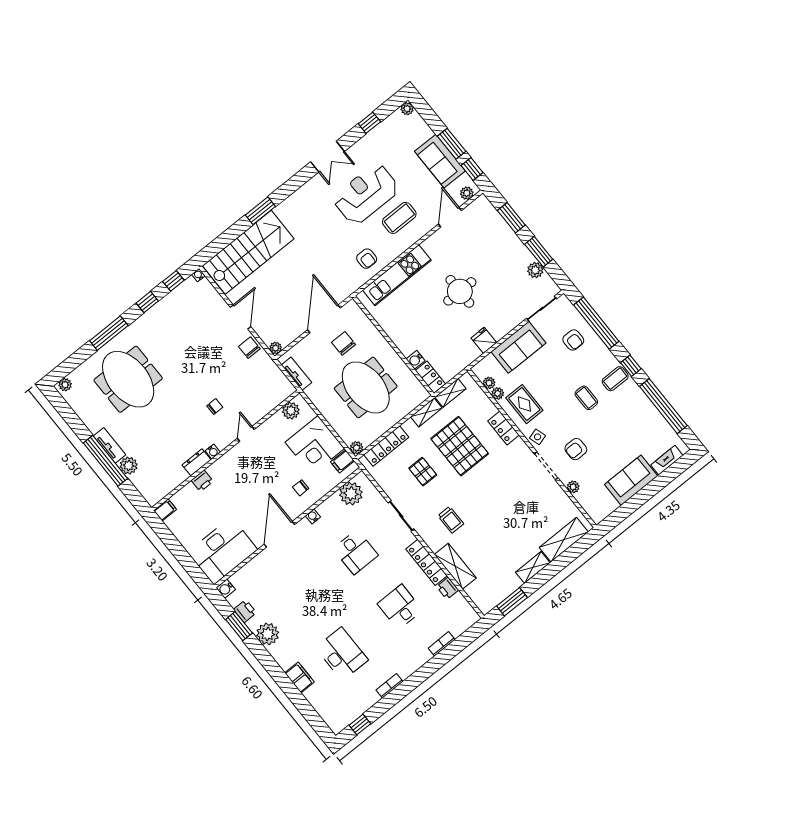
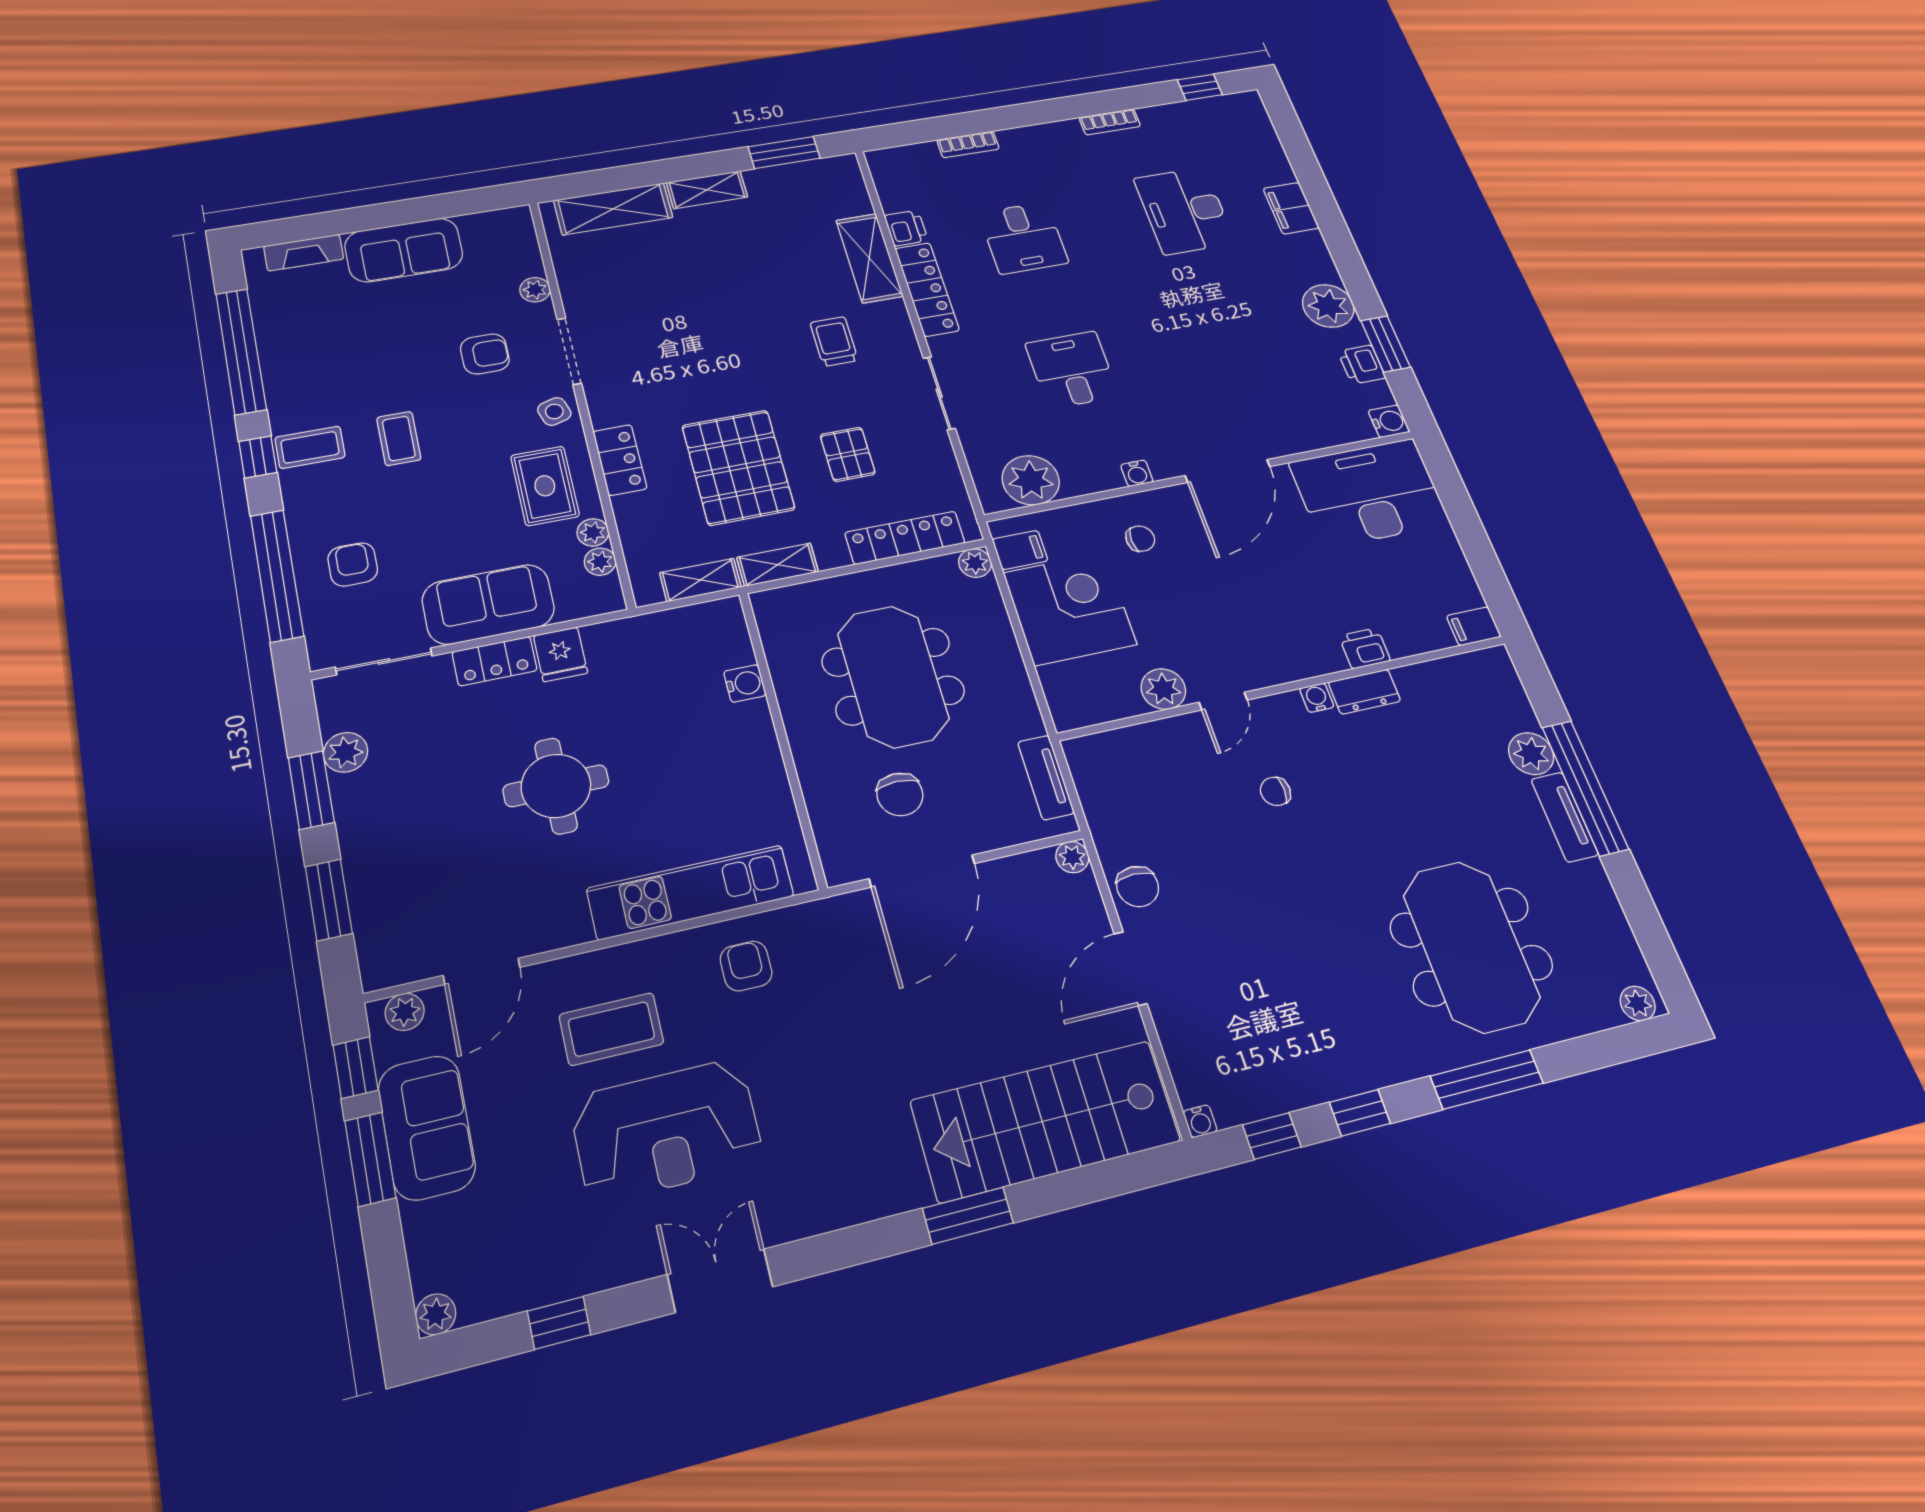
locker: (430, 377) -> (495, 661), moved, turned -90
plant: (291, 411) -> (1163, 689), moved

